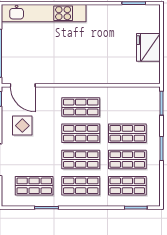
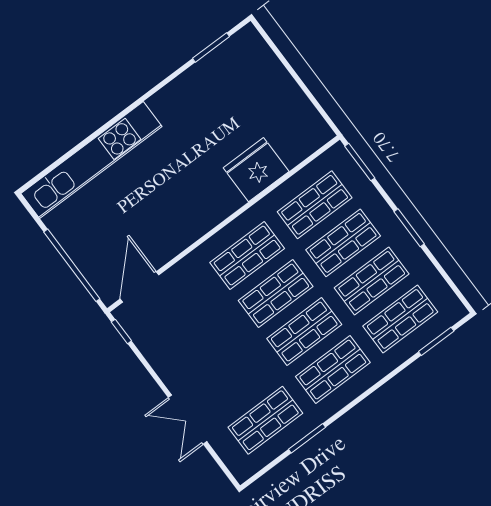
fridge: (148, 47) -> (256, 170), moved, turned 90
door: (23, 85) -> (139, 287), swing flipped
shop shelf: (127, 107) -> (315, 205), added
display table: (22, 126) -> (183, 346), removed

